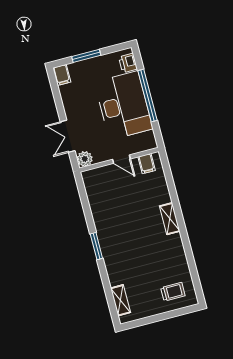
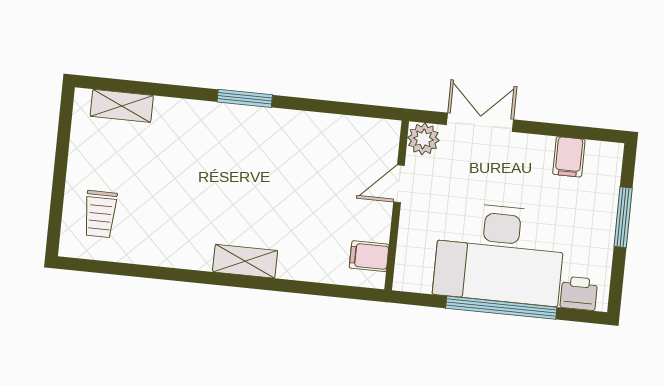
filing cabinet: (62, 75) -> (569, 157), moved, turned -90
door: (121, 159) -> (399, 184), moved

